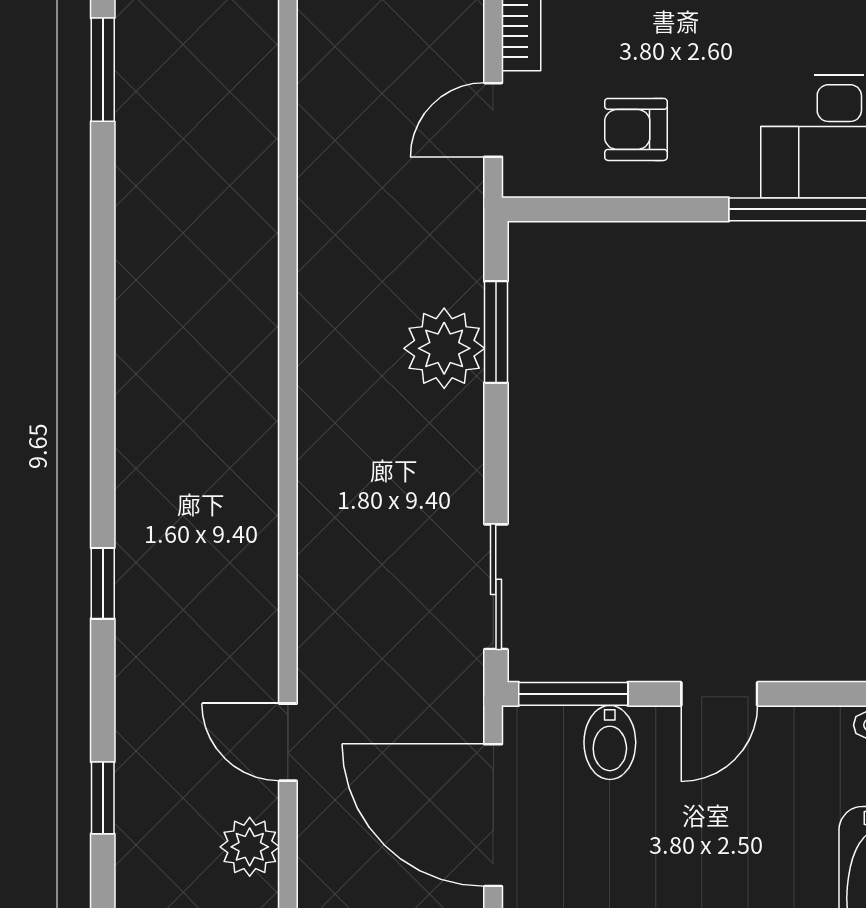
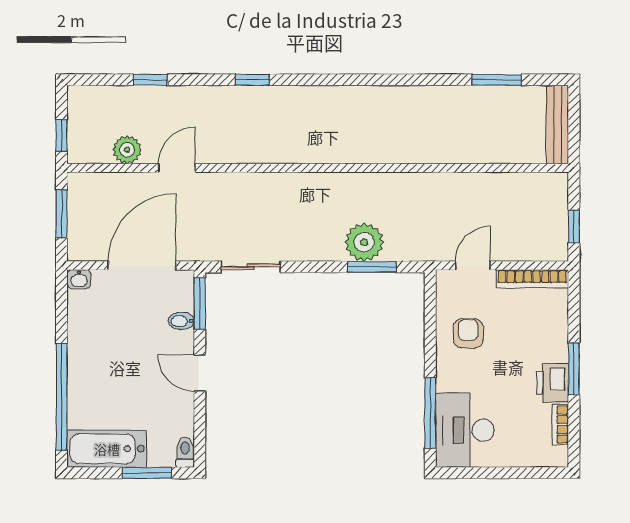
door: (493, 120) -> (473, 265), hinge flipped
bidet: (610, 742) -> (181, 321), width x0.72, depth x0.74

